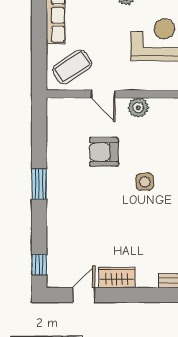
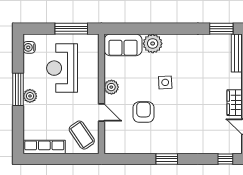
door: (103, 94) -> (101, 113), hinge flipped
armchair: (104, 152) -> (144, 112), turned 180

